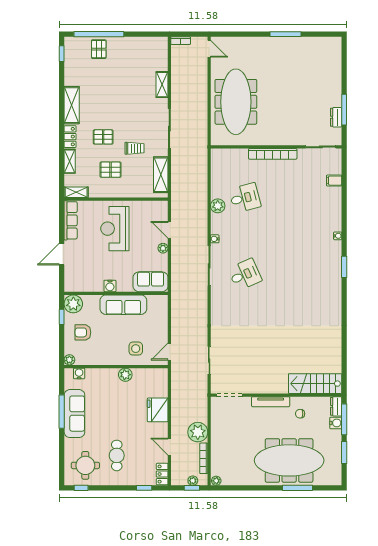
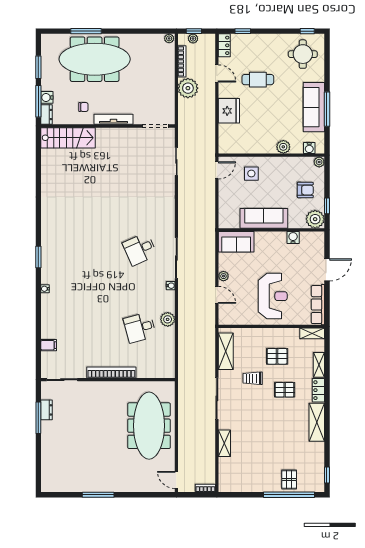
water cooler: (110, 286) -> (293, 238), moved
plant: (125, 375) -> (283, 147), moved
cafe table: (117, 455) -> (258, 80), moved, turned 90

